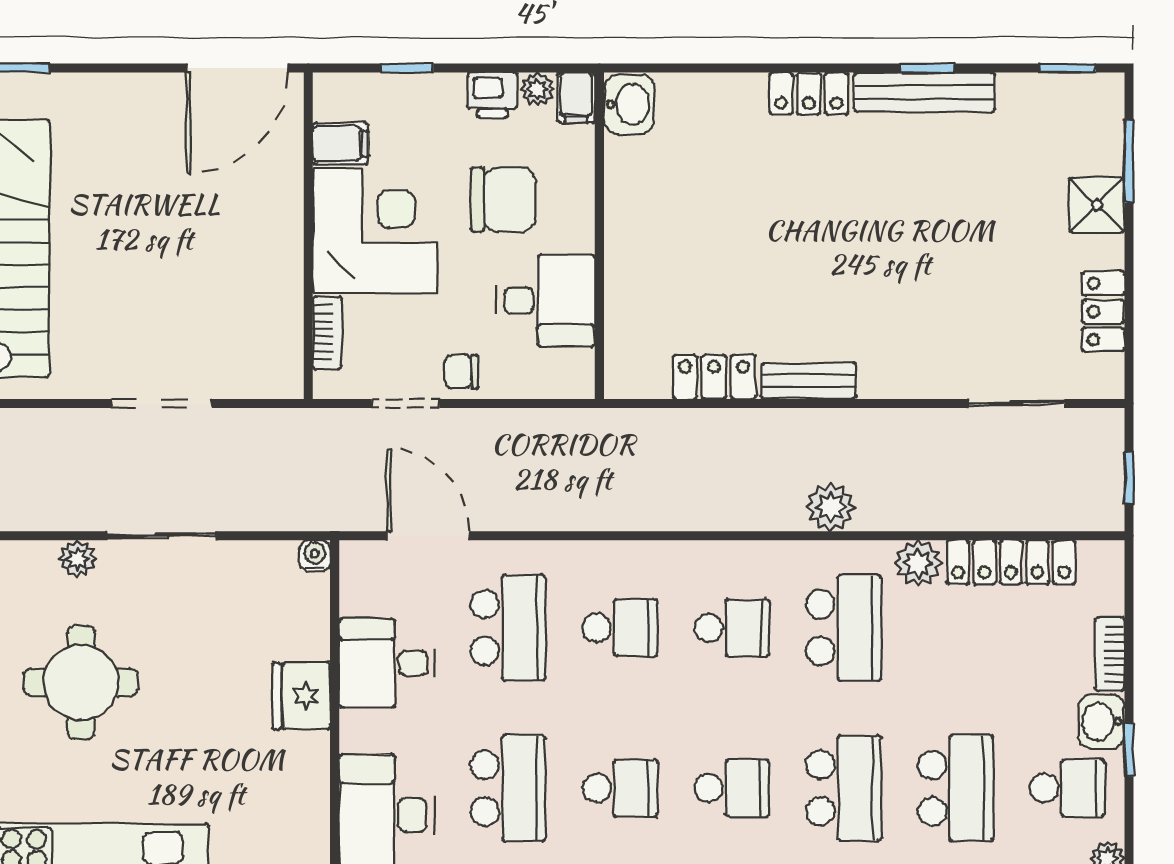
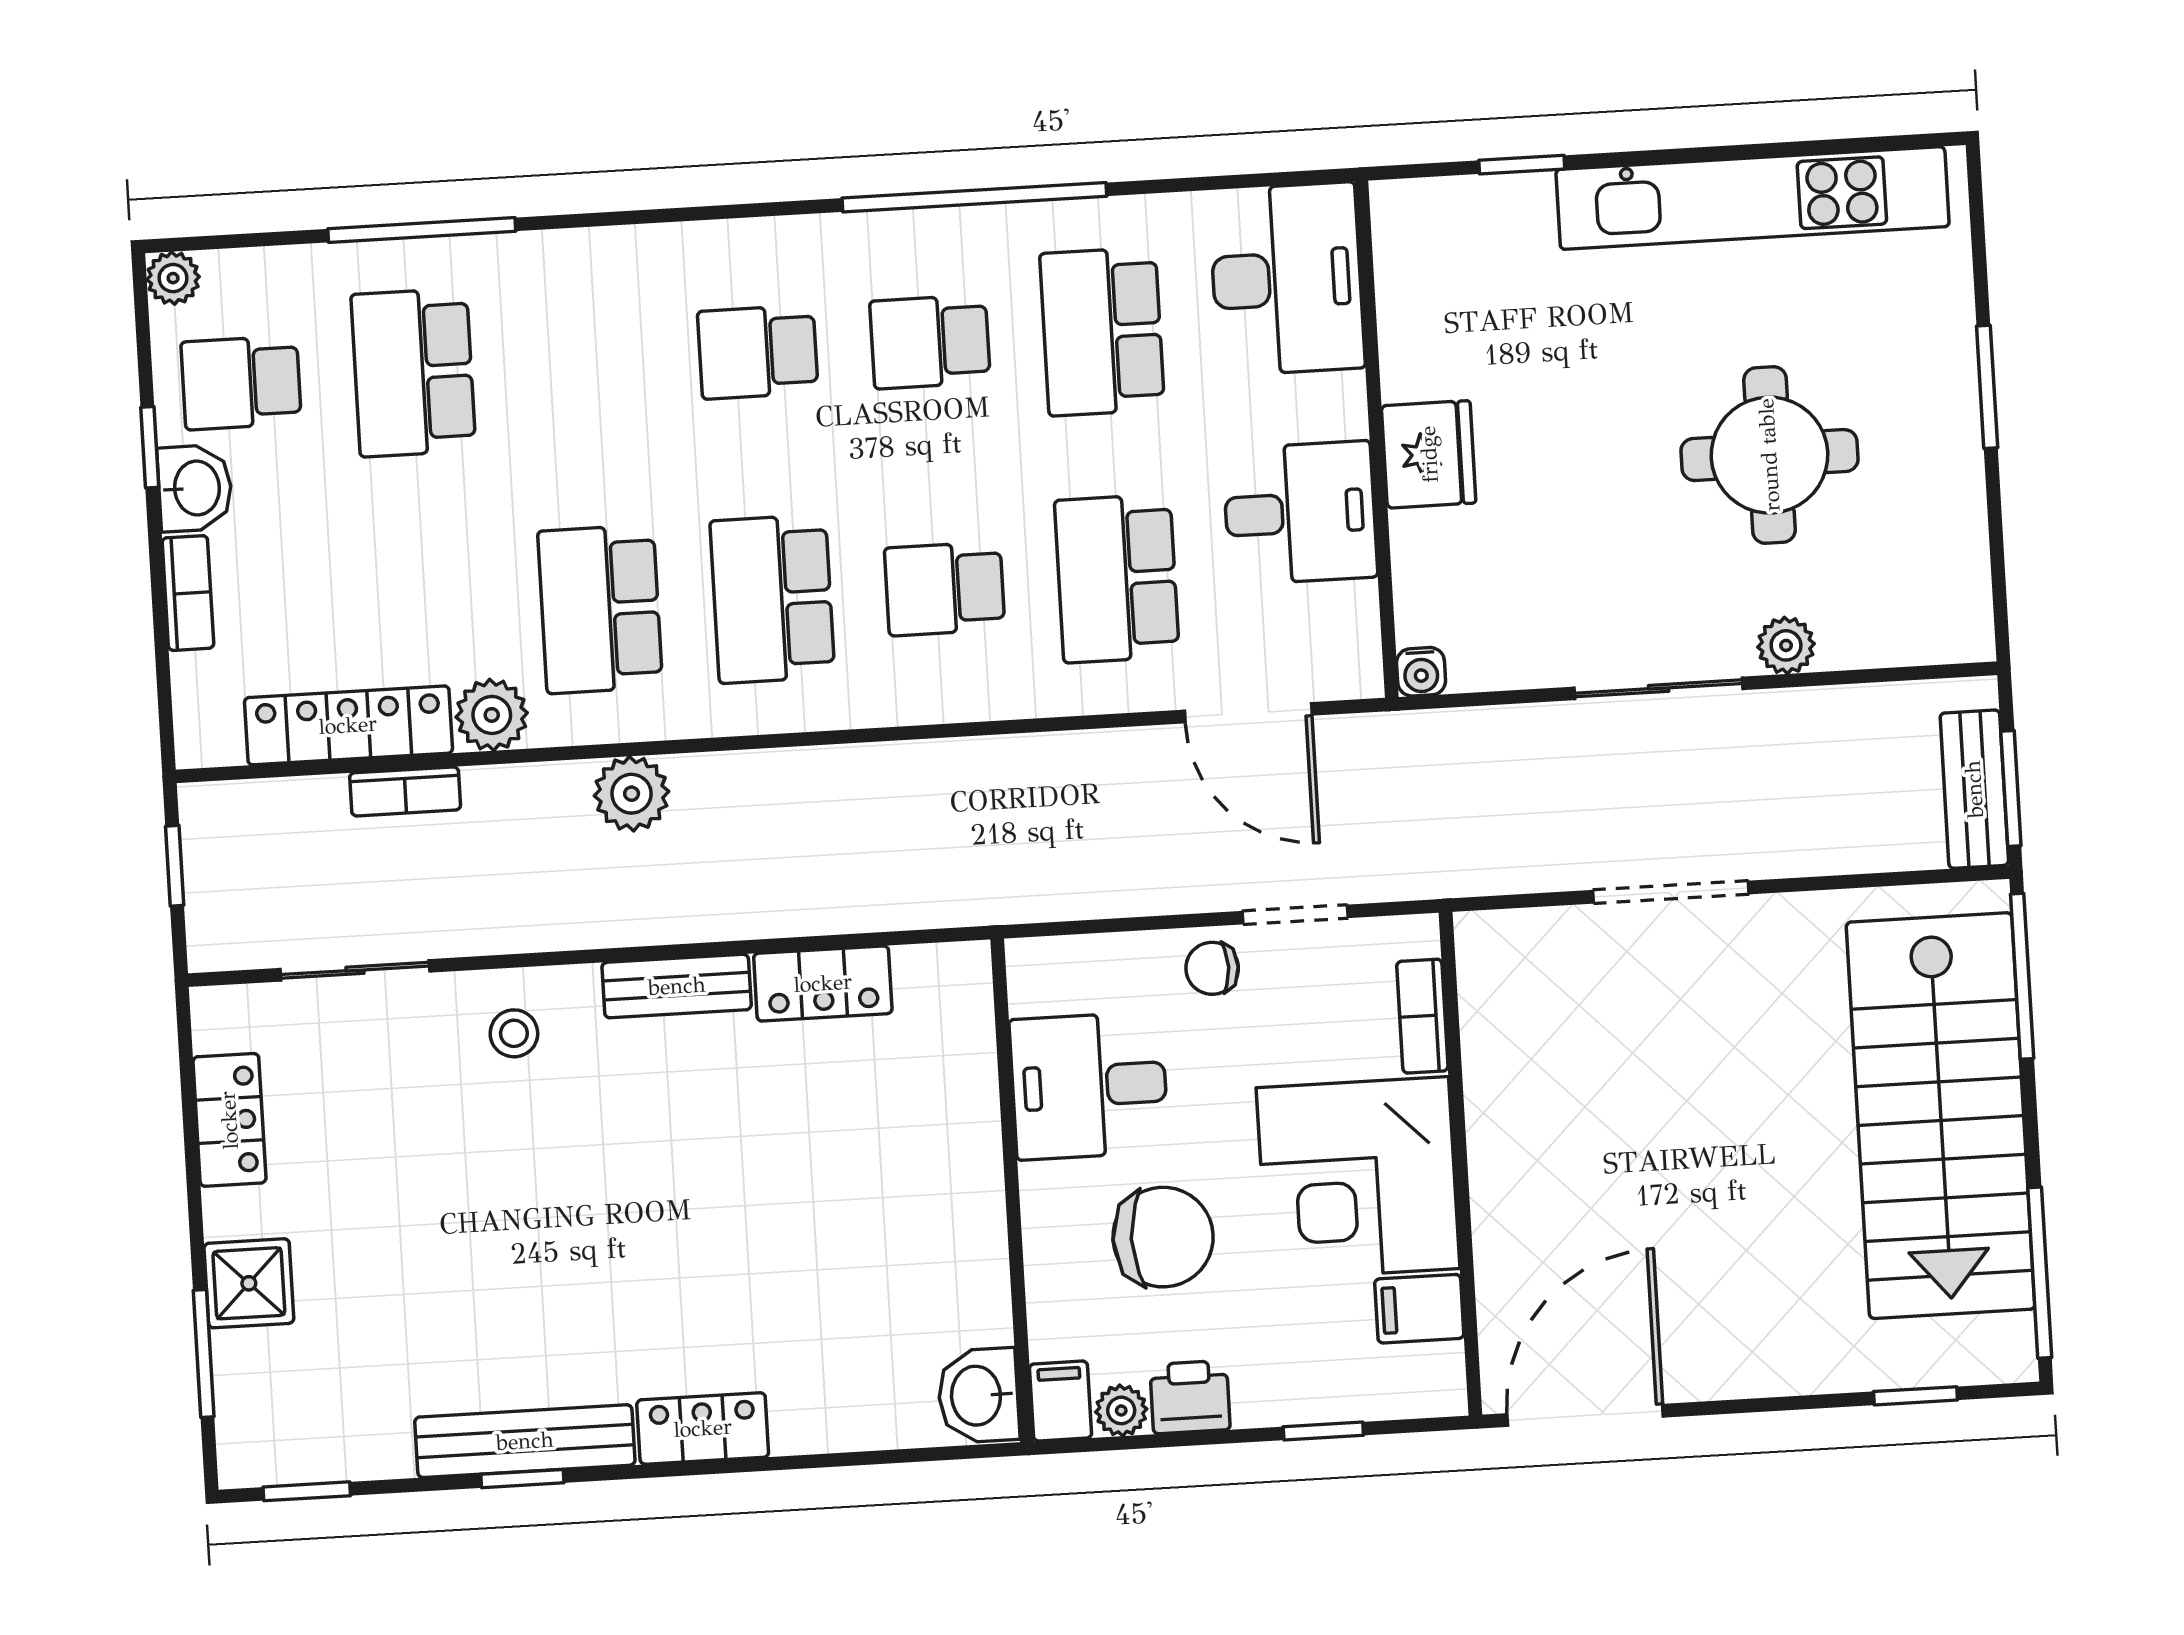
chair: (504, 200) -> (1163, 1237), turned 180
stool: (916, 357) -> (514, 1033), added
chair: (461, 372) -> (1212, 968), turned 180
bookcase: (977, 517) -> (405, 791), added
school desk: (732, 628) -> (772, 599), width x1.85
school desk: (844, 788) -> (586, 362), removed

